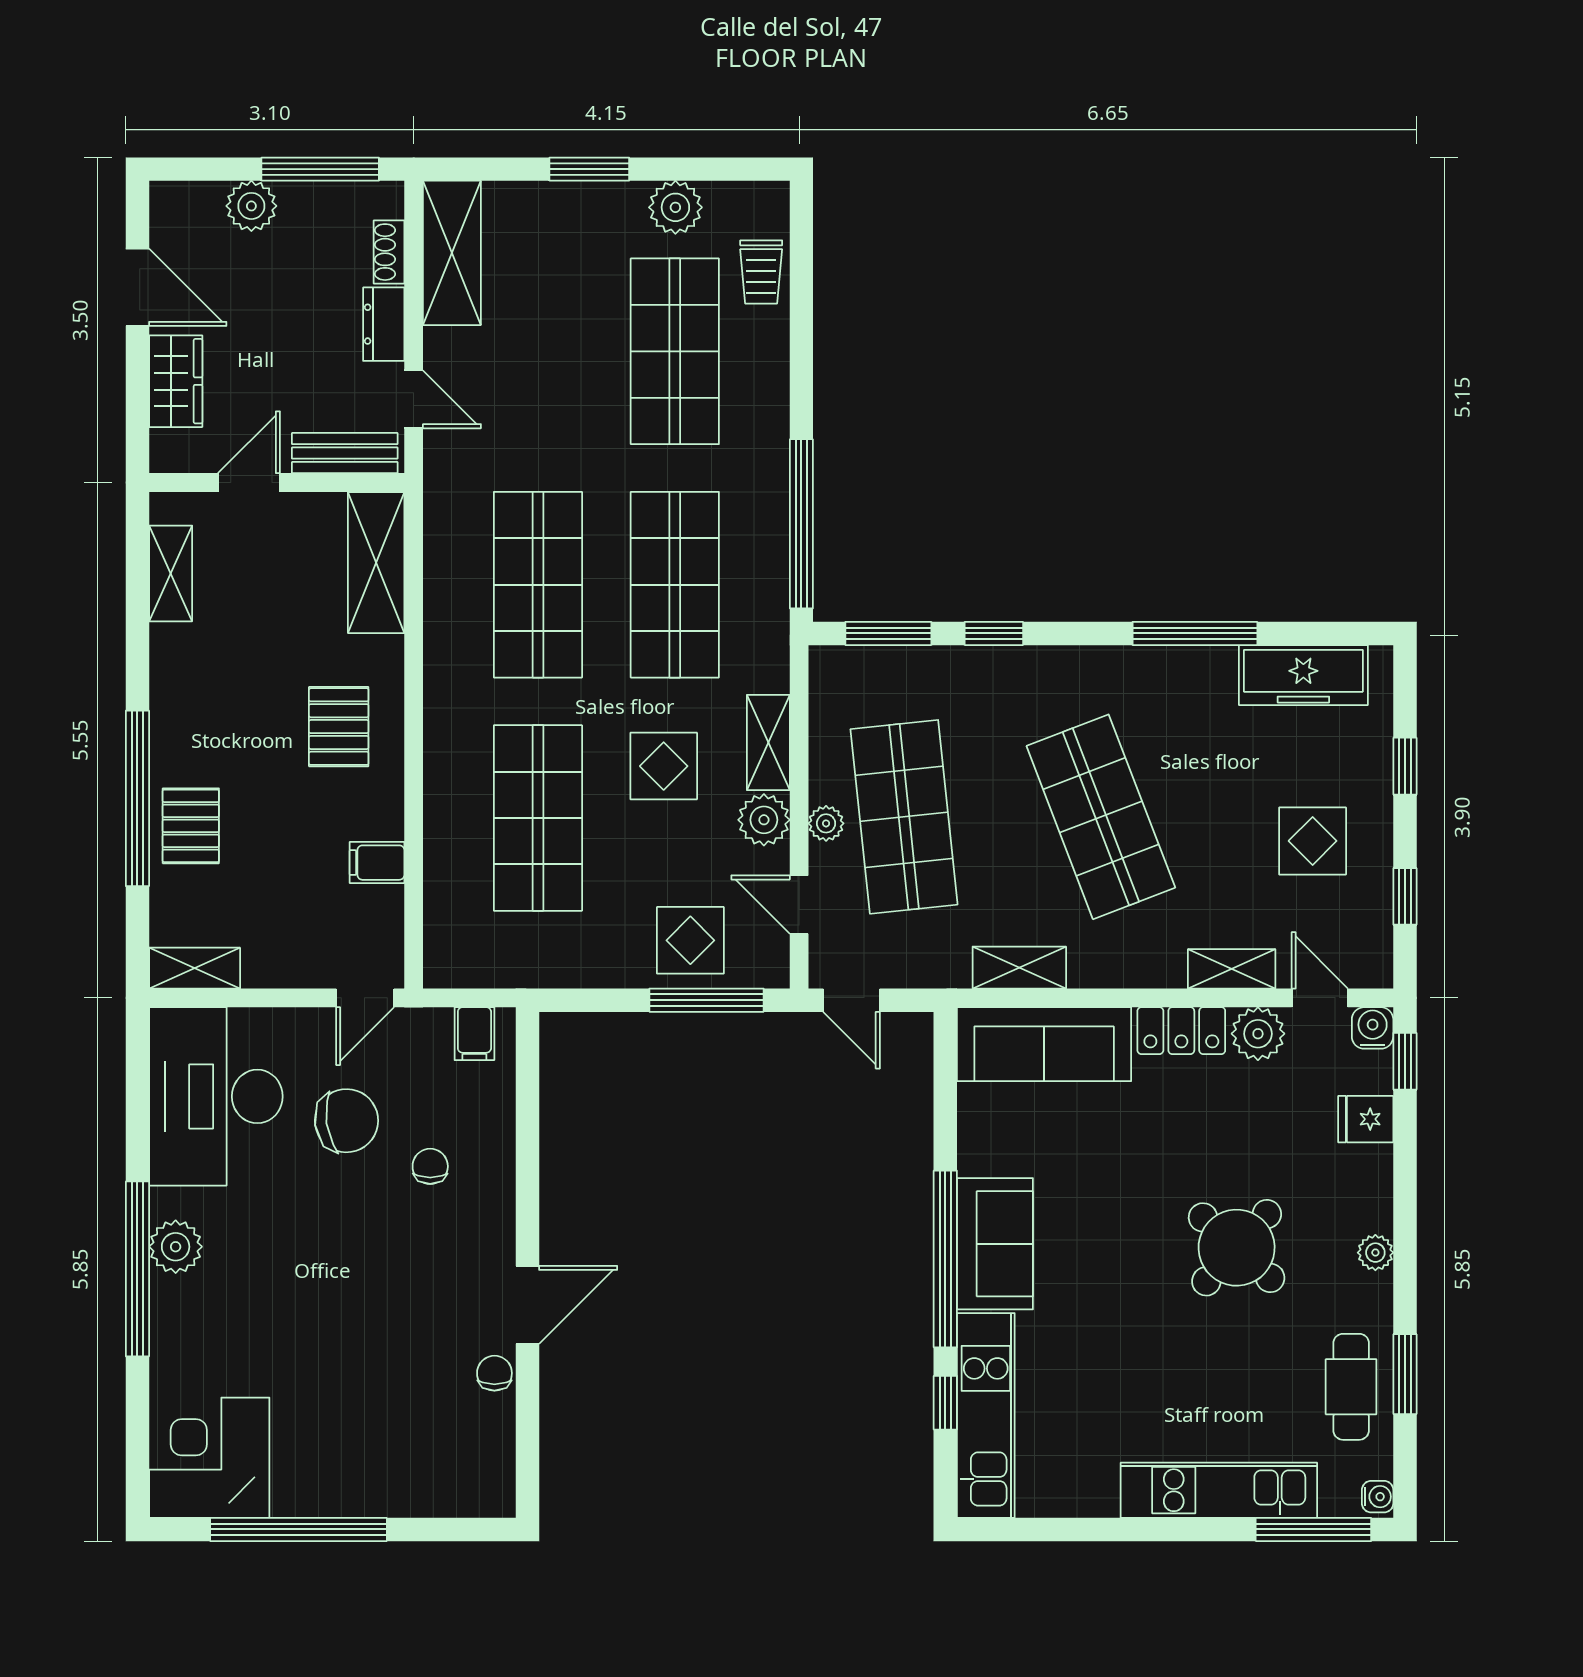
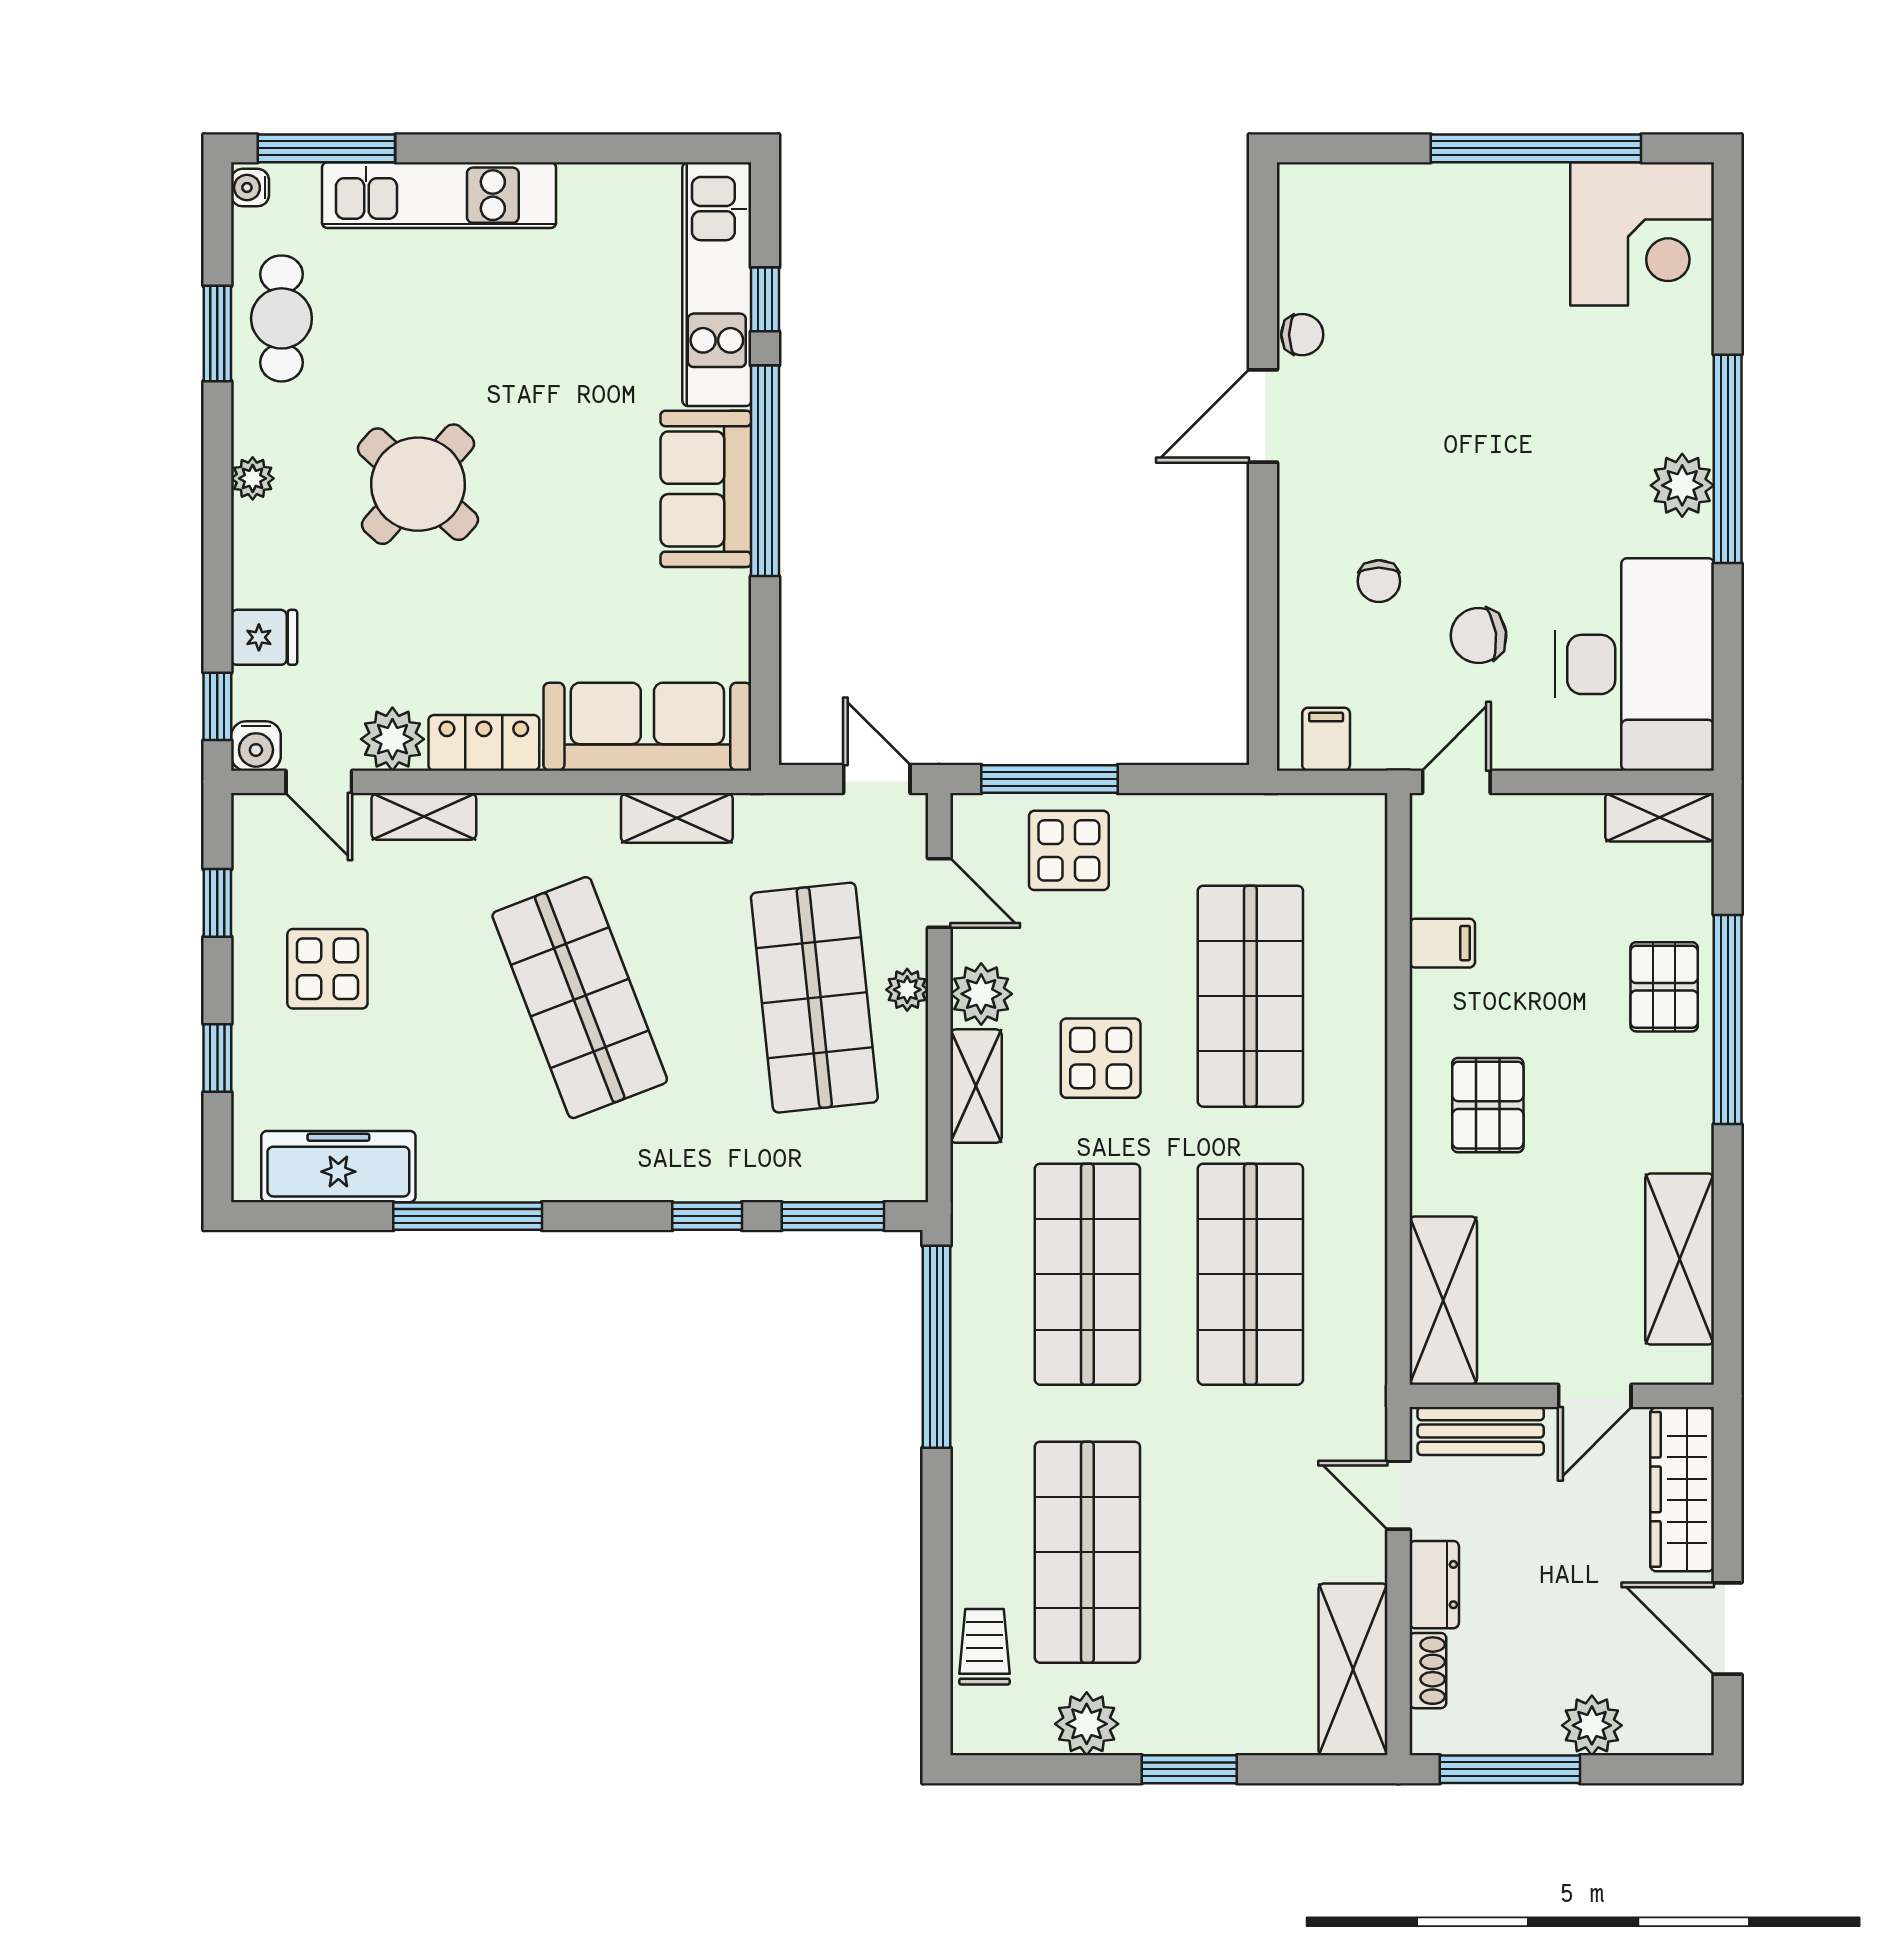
wardrobe: (176, 381) -> (1682, 1489), width x1.50
shelving: (171, 573) -> (1680, 1259), width x1.50, depth x1.33
chair: (347, 1121) -> (1479, 636), width x0.73, depth x0.73
chair: (494, 1373) -> (1302, 335), turned -90

